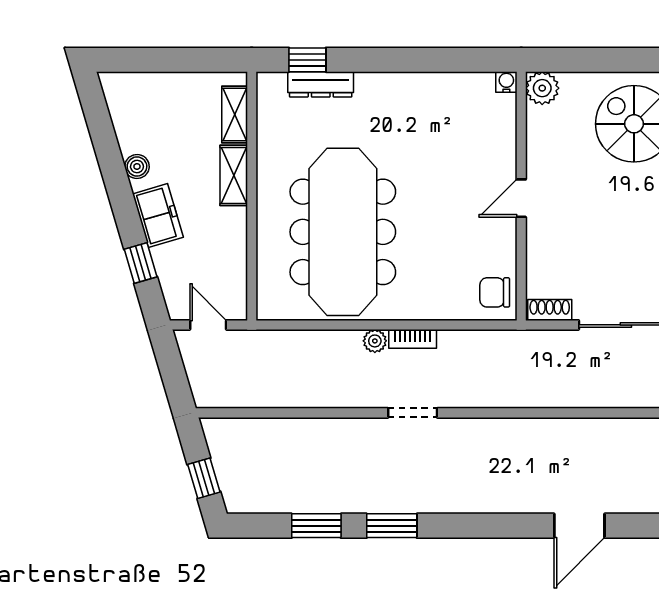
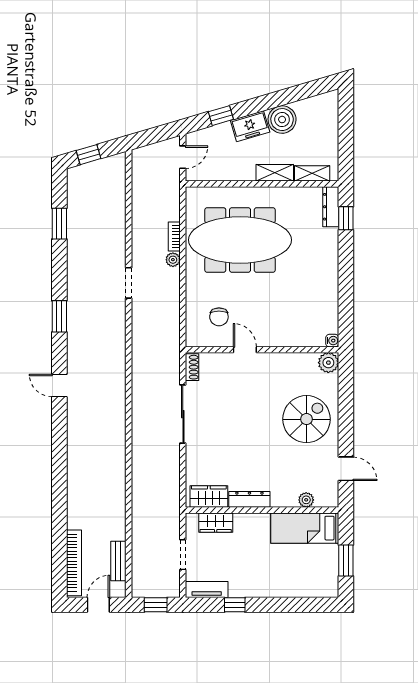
dresser: (321, 84) -> (331, 207), moved
boiler: (137, 167) -> (282, 120), width x1.86, depth x1.86
door: (521, 198) -> (245, 350), moved
chair: (495, 292) -> (219, 317), moved, turned 180
bookcase: (413, 339) -> (174, 236), moved
window: (392, 526) -> (59, 316), moved
door: (579, 526) -> (59, 385), width x0.73

